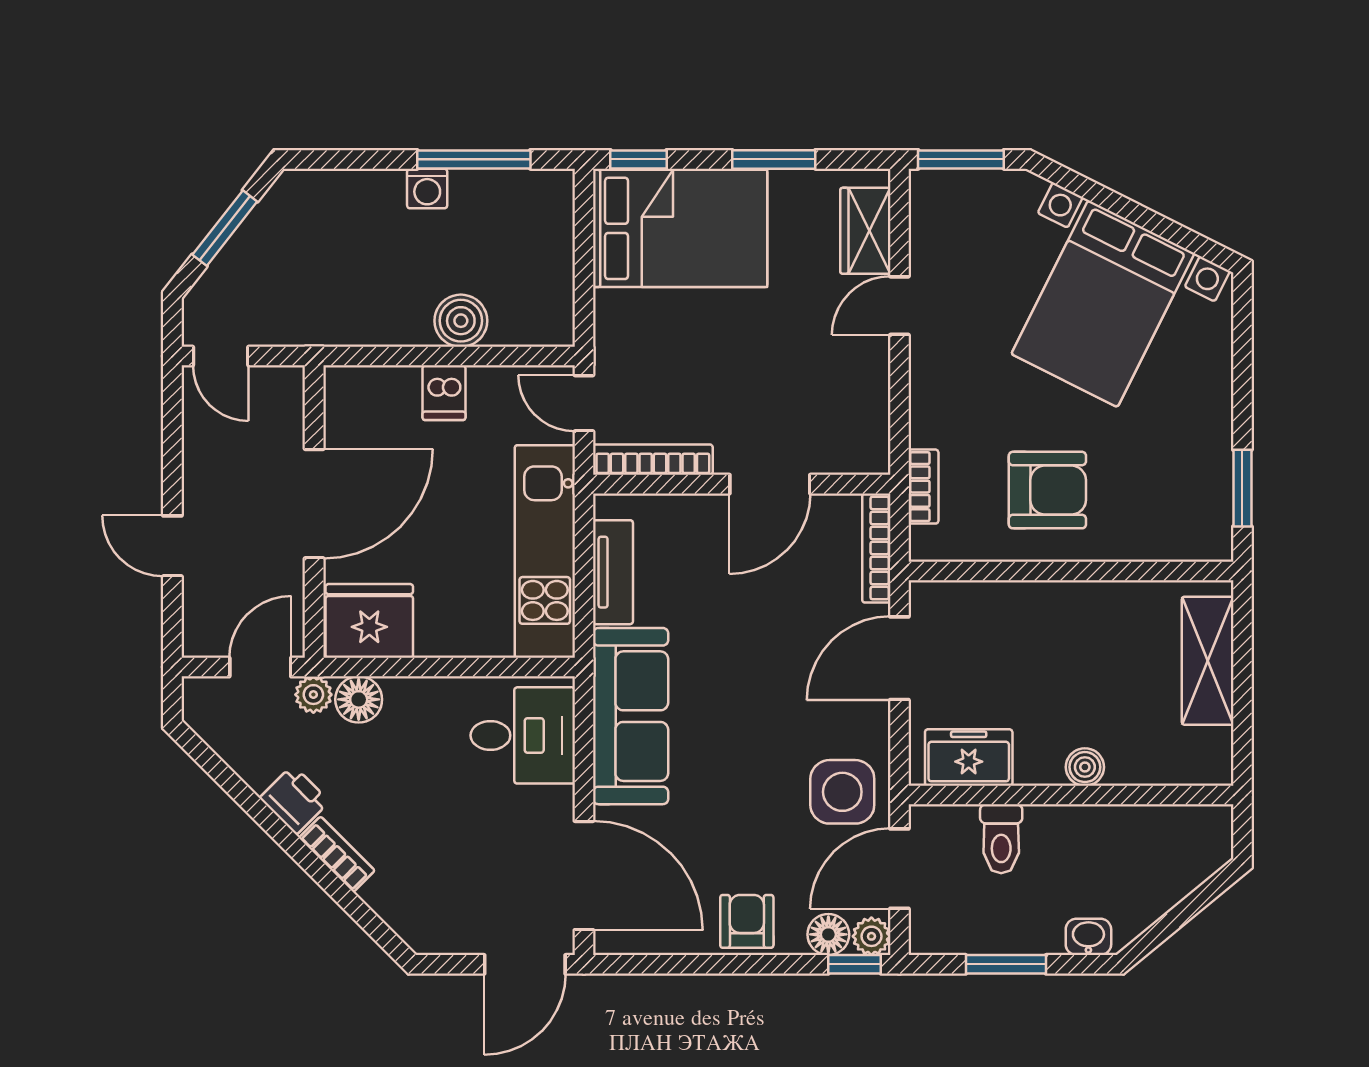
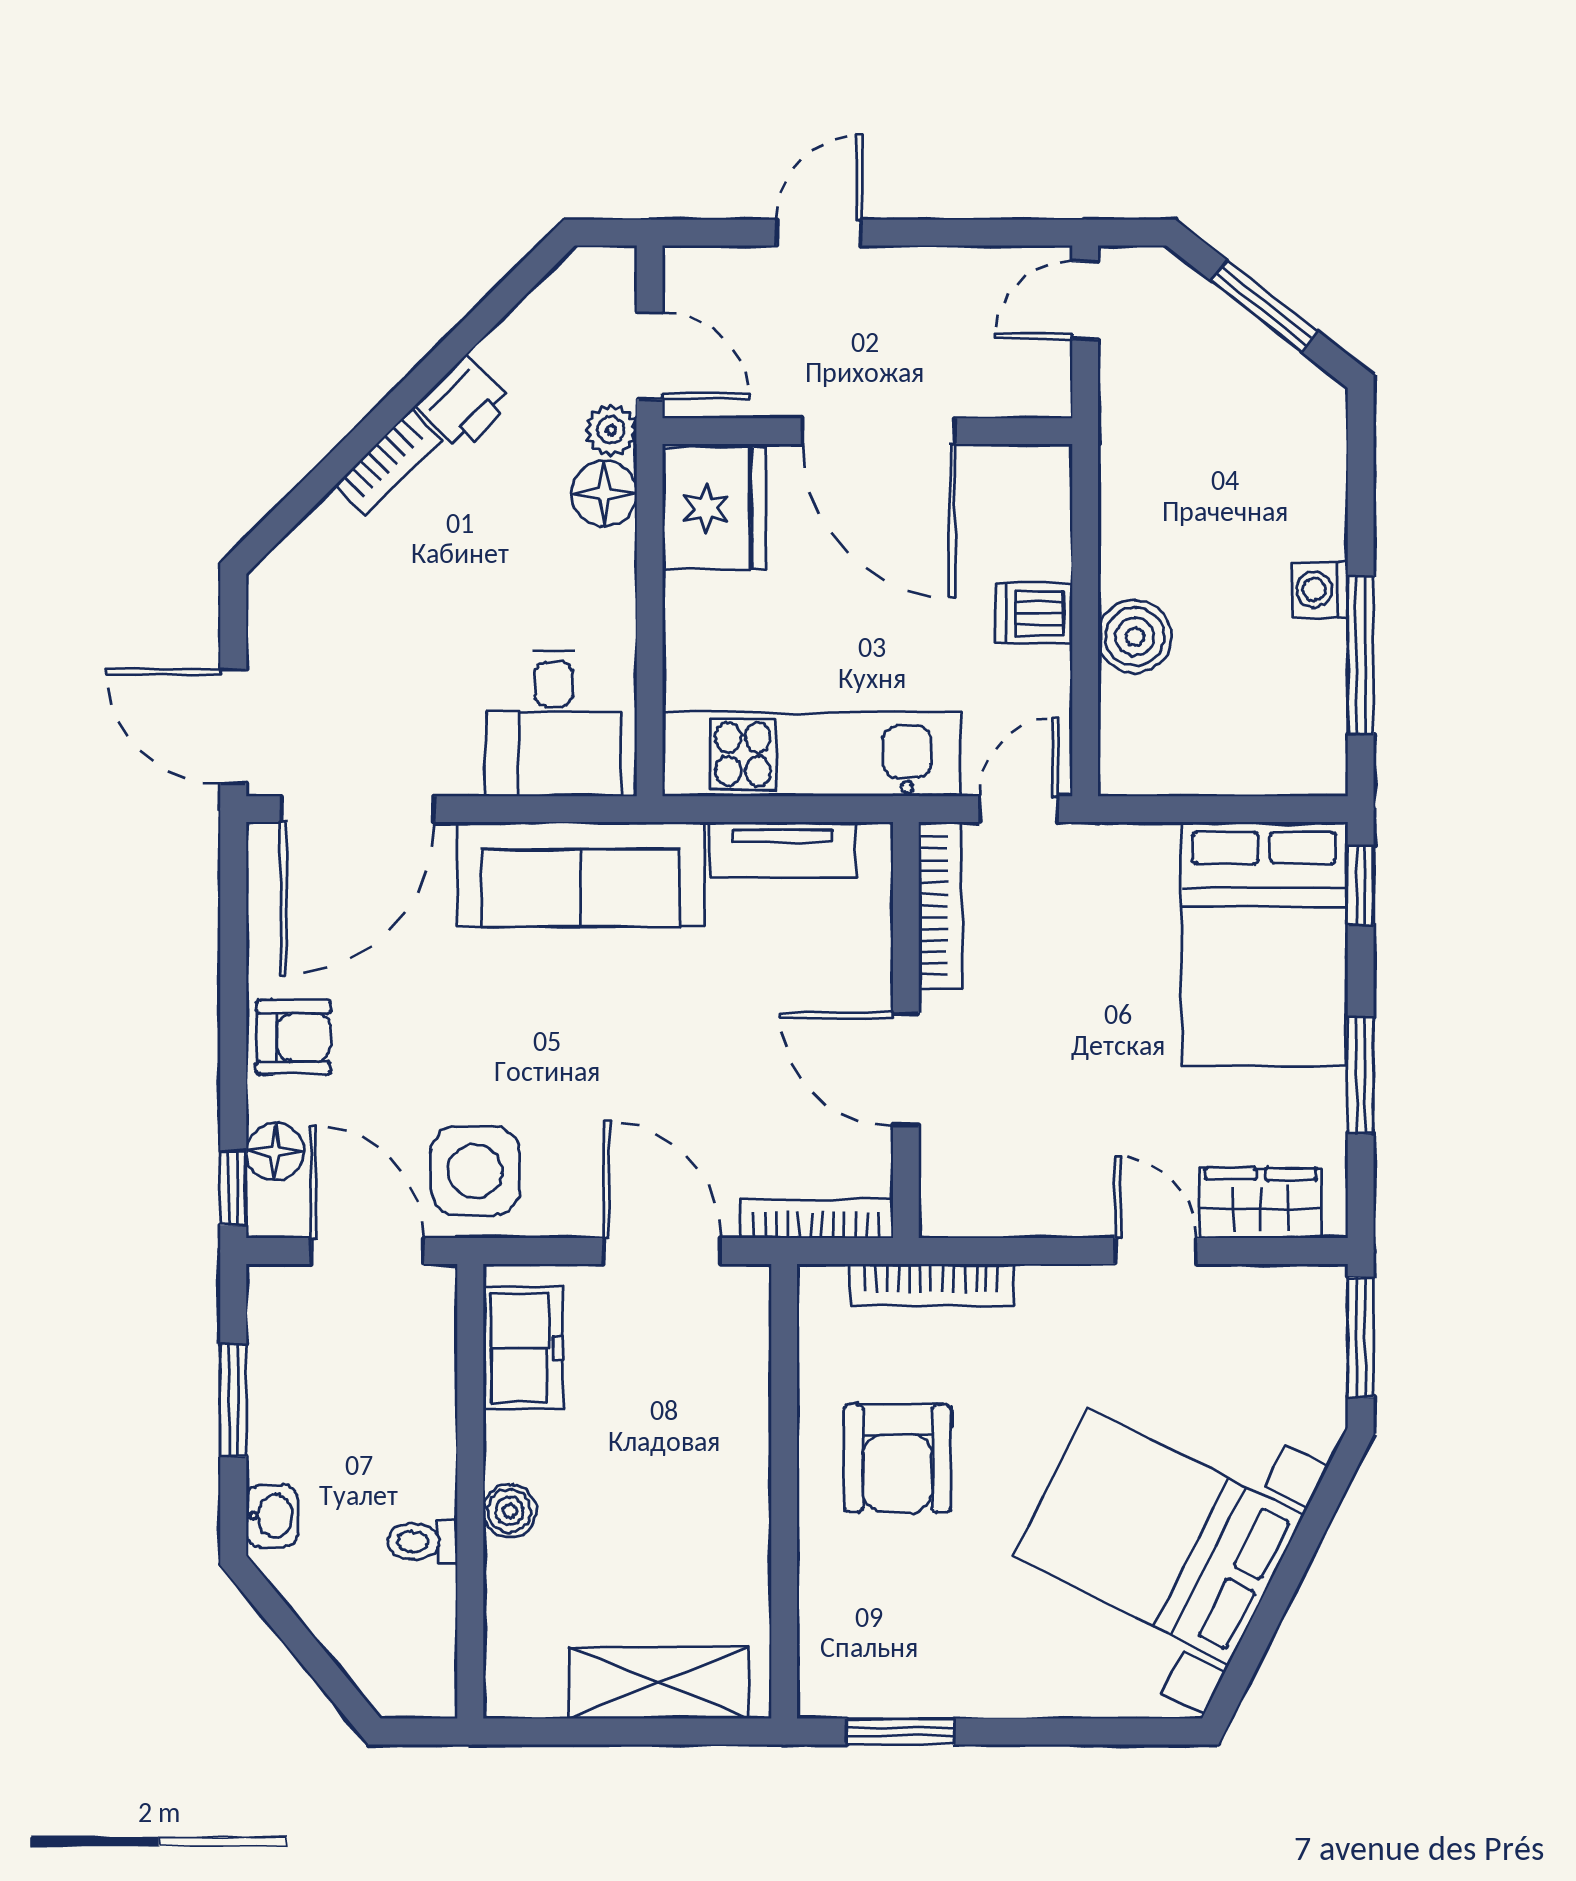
bookcase: (923, 487) -> (932, 1285), width x1.56
toilet: (1001, 839) -> (423, 1542), moved, width x0.73, depth x0.72
plant: (871, 936) -> (272, 1212), removed

